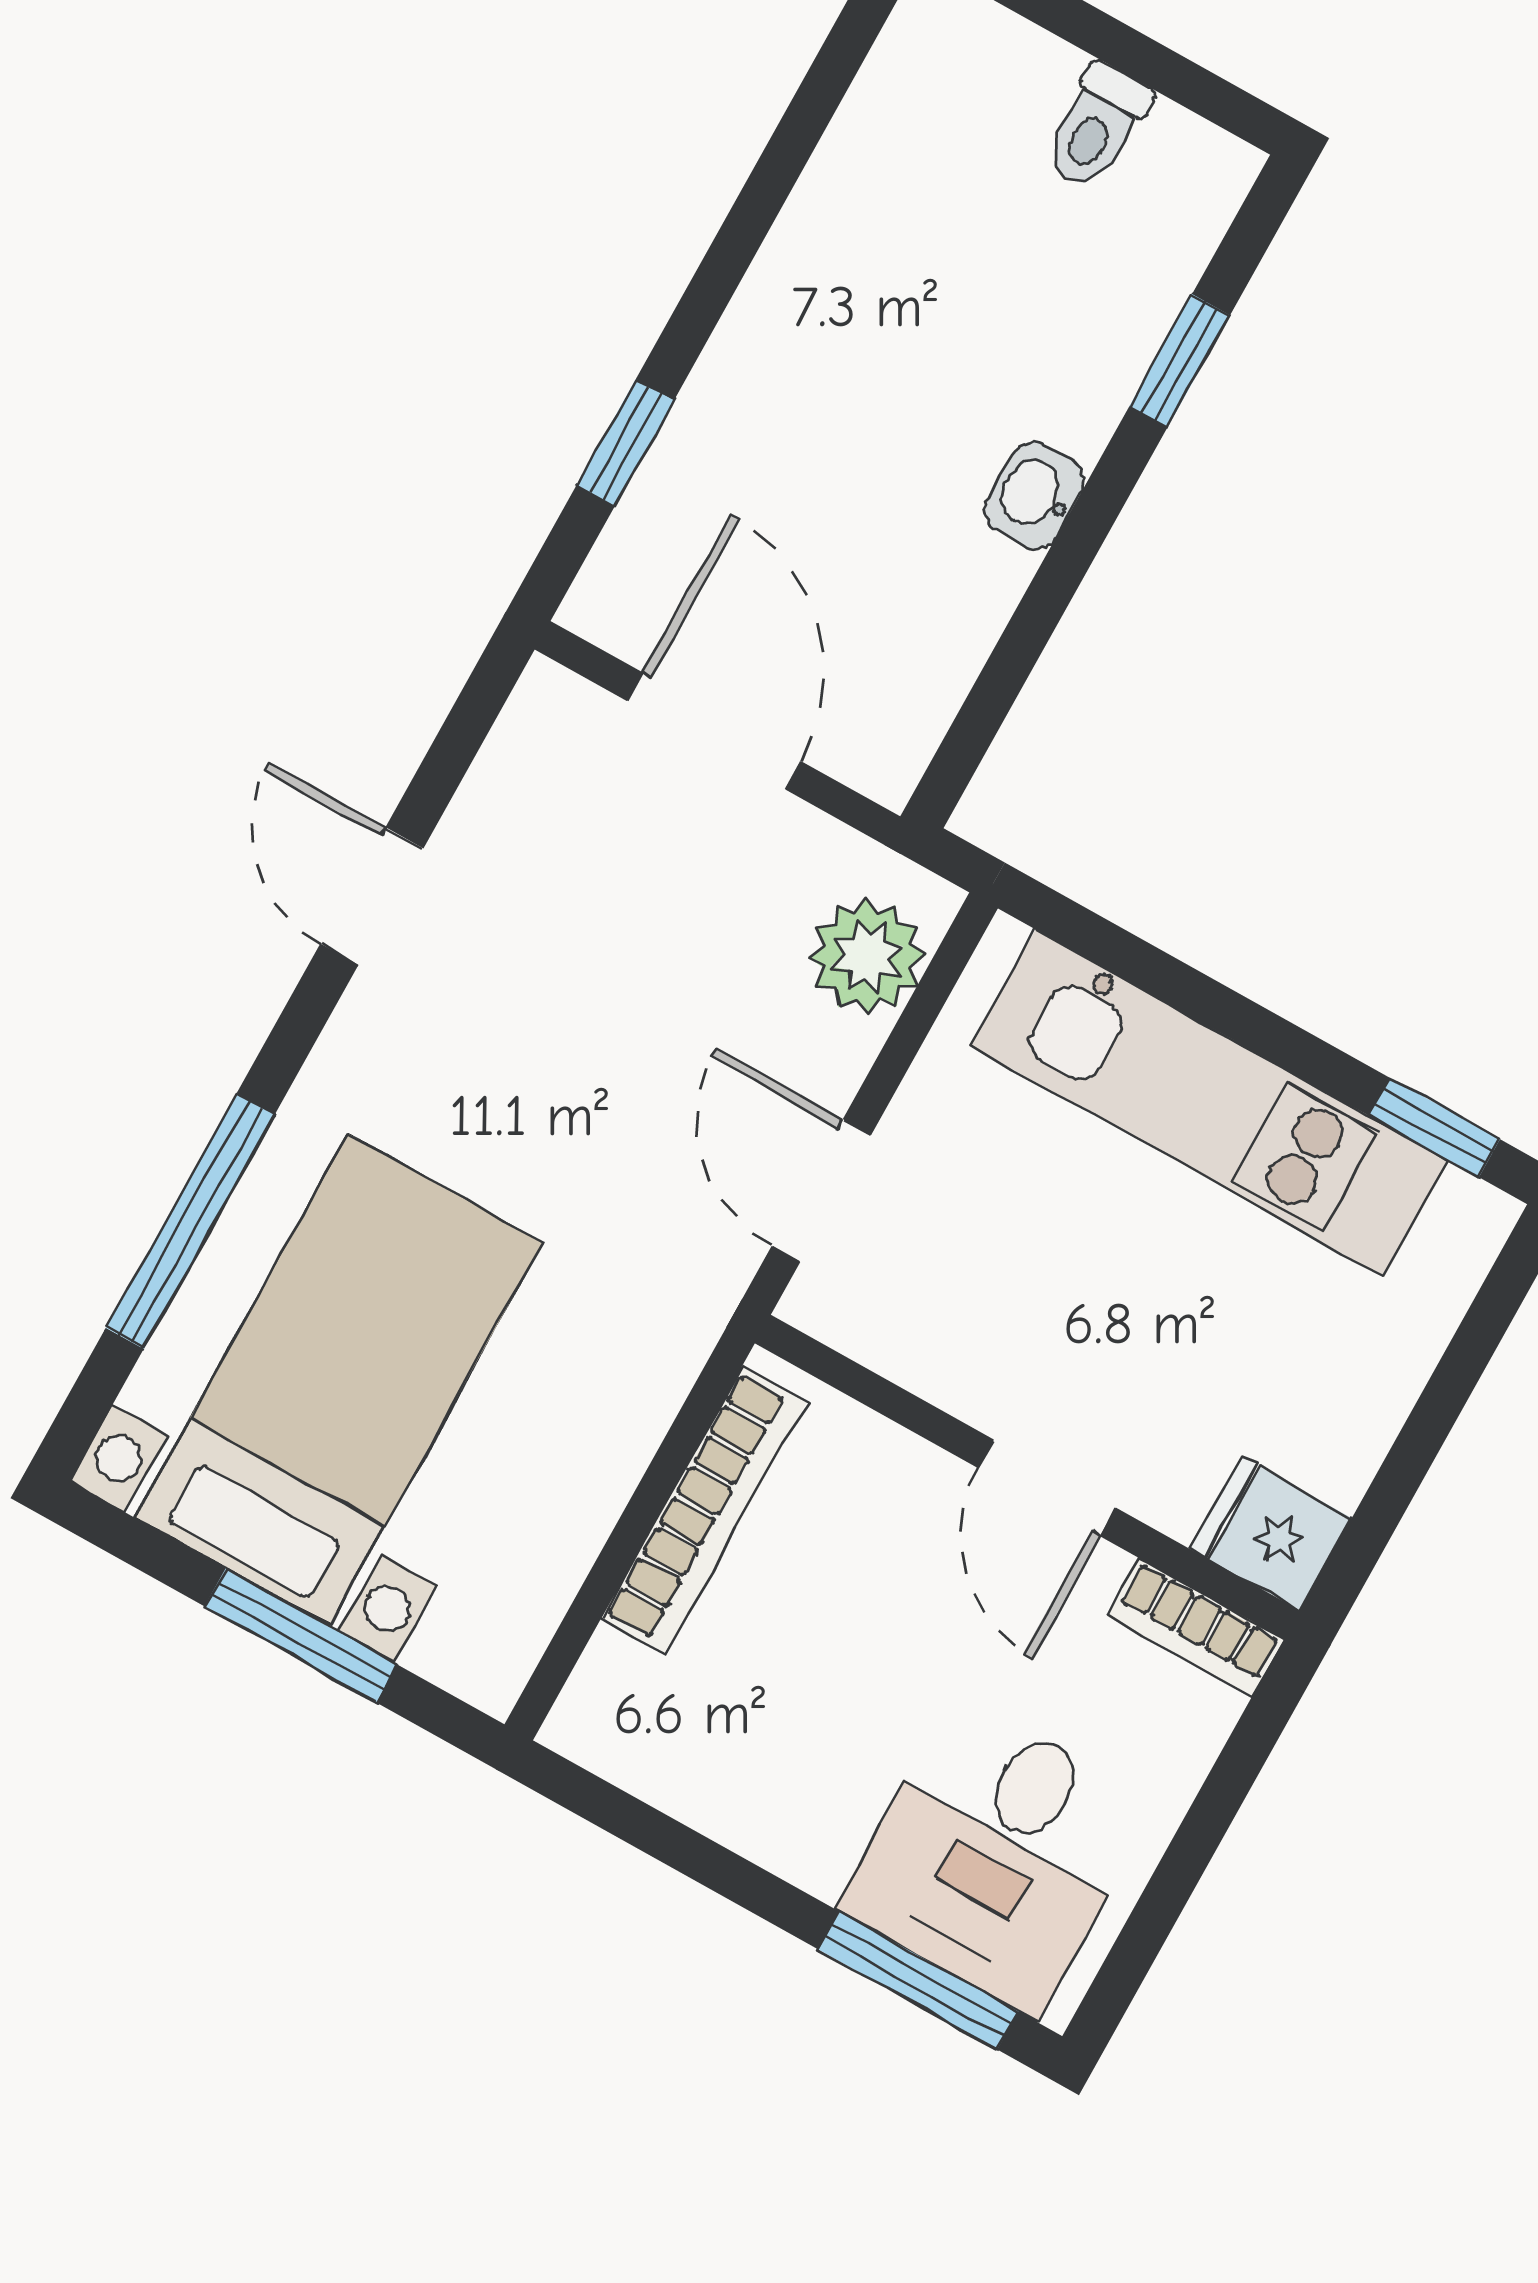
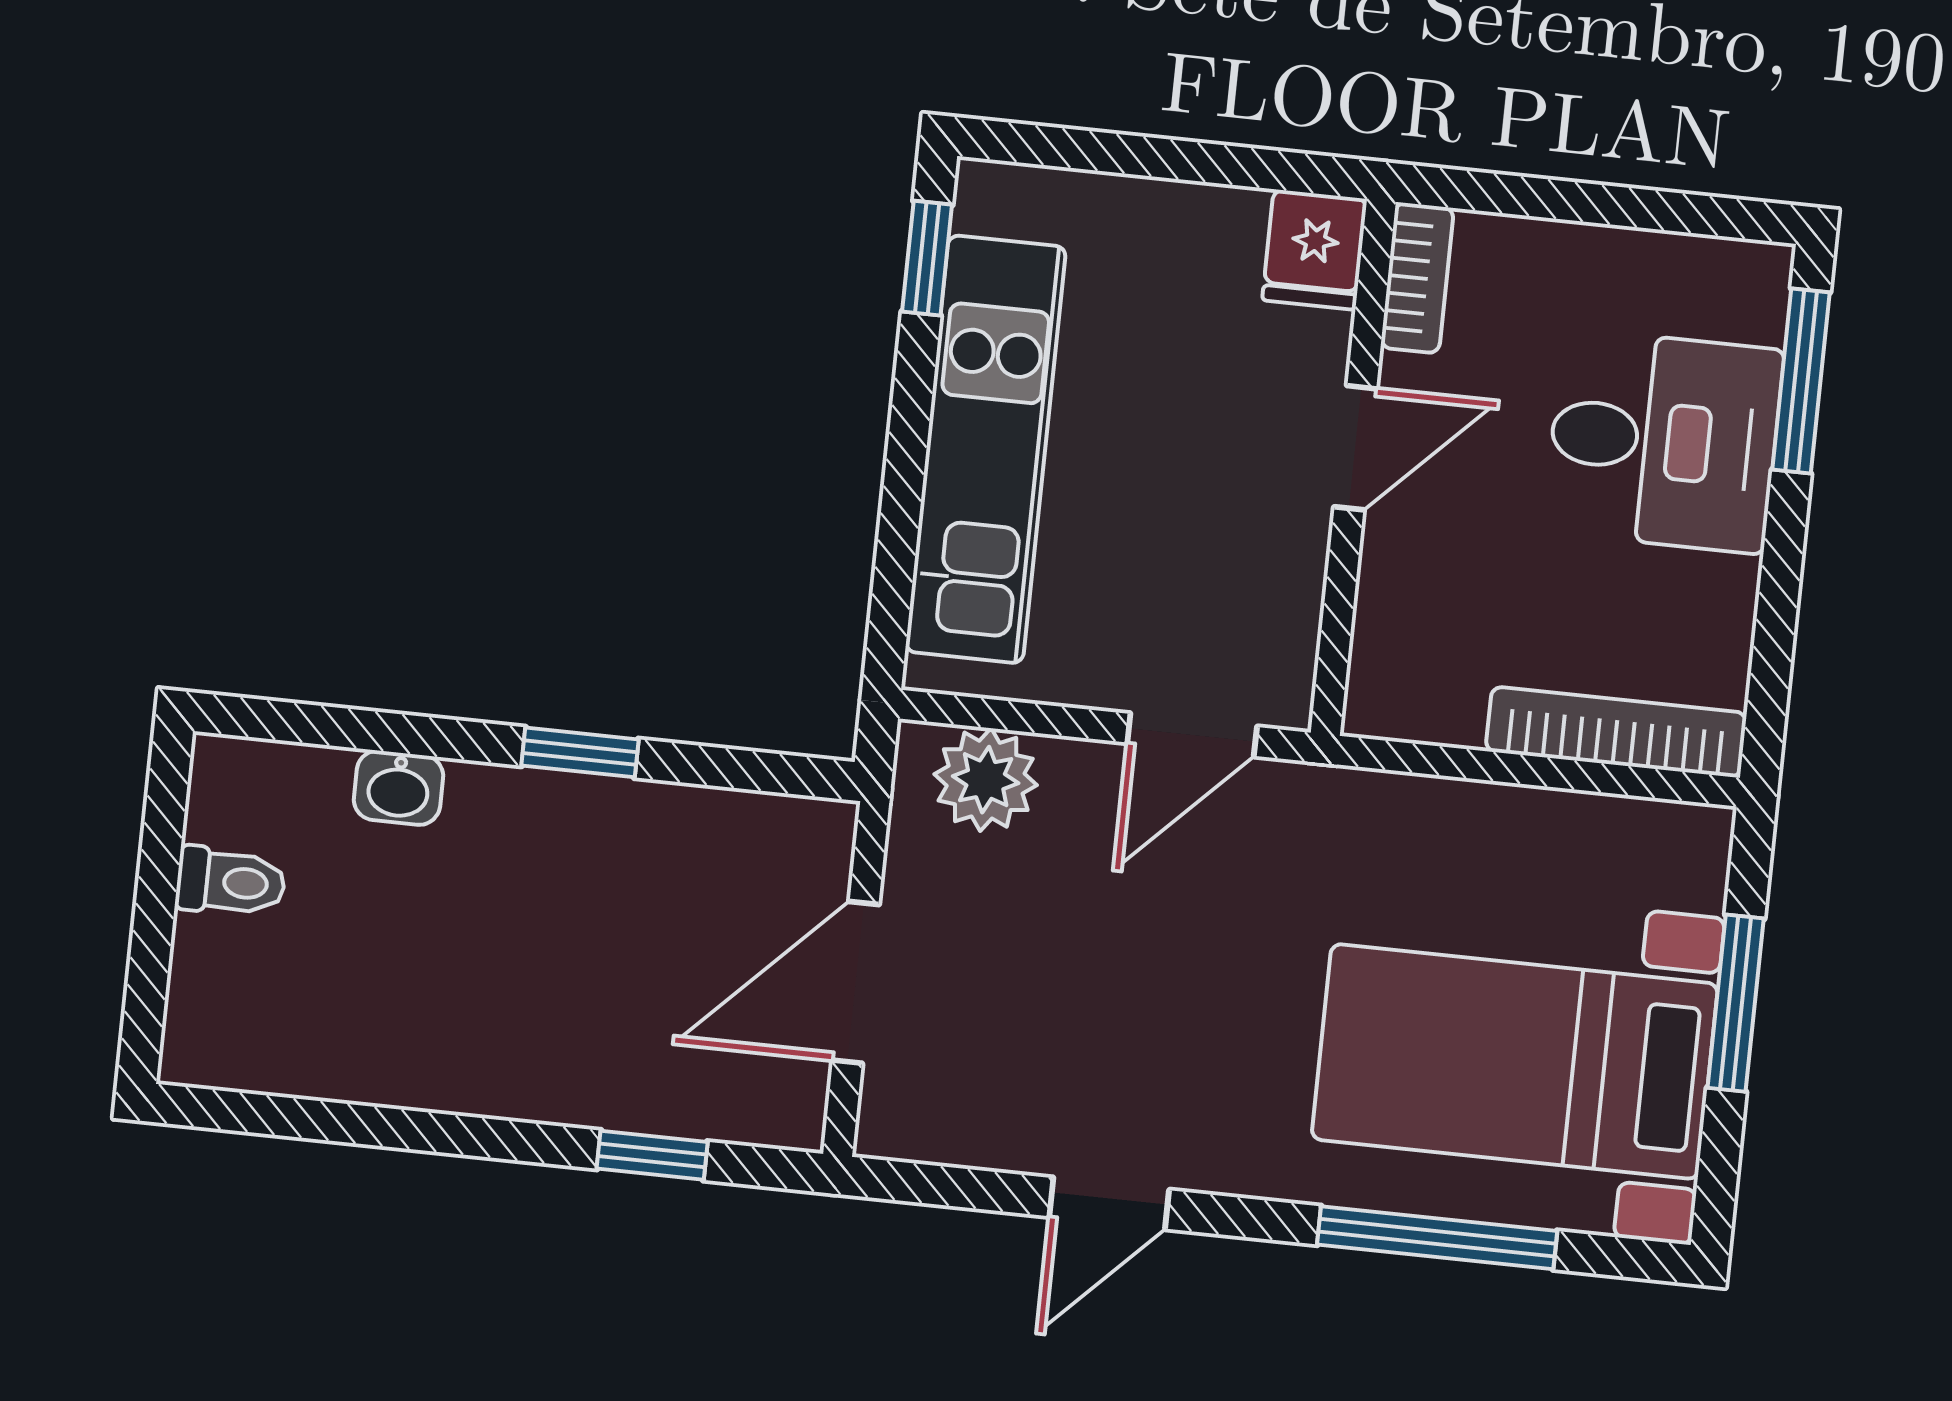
window: (1180, 361) -> (580, 752), moved
washbasin: (1034, 495) -> (398, 788), moved
bookcase: (704, 1511) -> (1616, 732), moved
desk: (997, 1856) -> (1664, 441), moved

